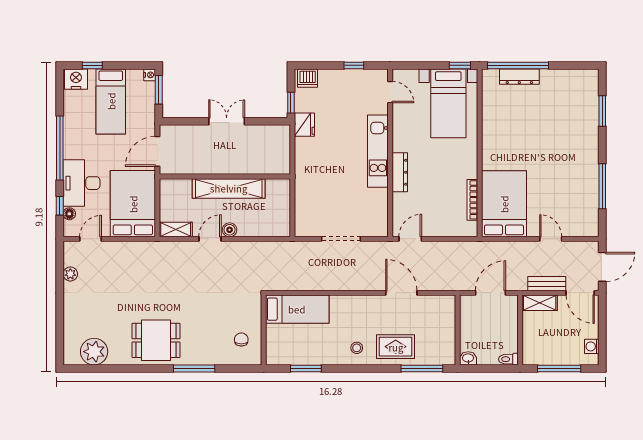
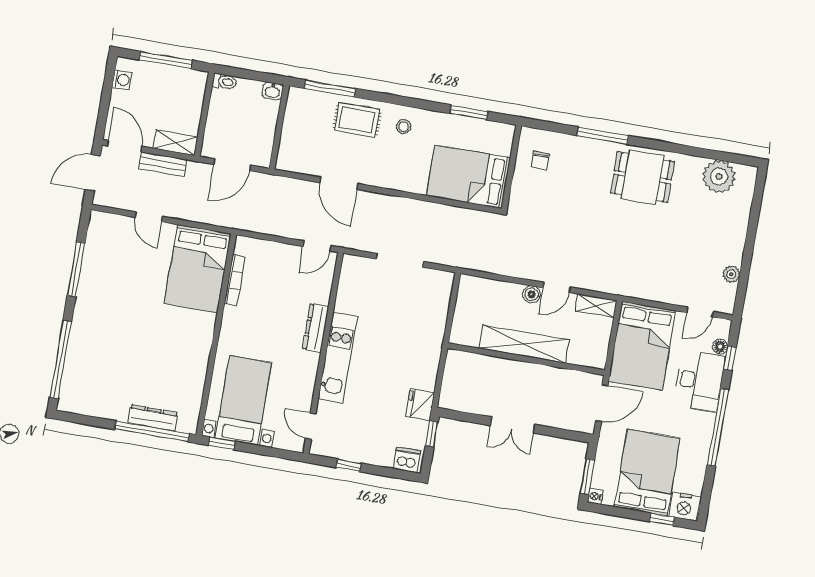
bed: (111, 101) -> (647, 473), width x1.50
window: (602, 111) -> (61, 360), width x2.11
bed: (297, 309) -> (468, 177), width x1.50

